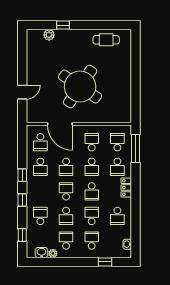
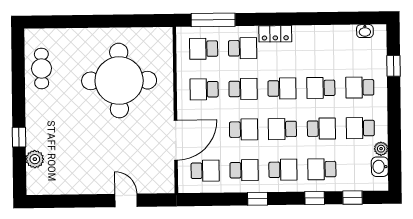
round table: (80, 87) -> (119, 81), moved, turned -34
window: (22, 200) -> (315, 198), moved
school desk: (117, 216) -> (283, 170), moved

